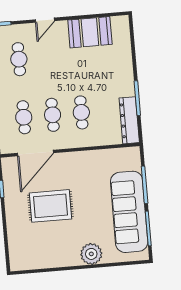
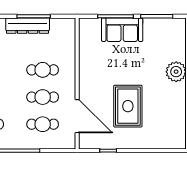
dresser: (129, 120) -> (28, 26), moved
sofa: (129, 212) -> (122, 30), width x0.54, depth x0.79

